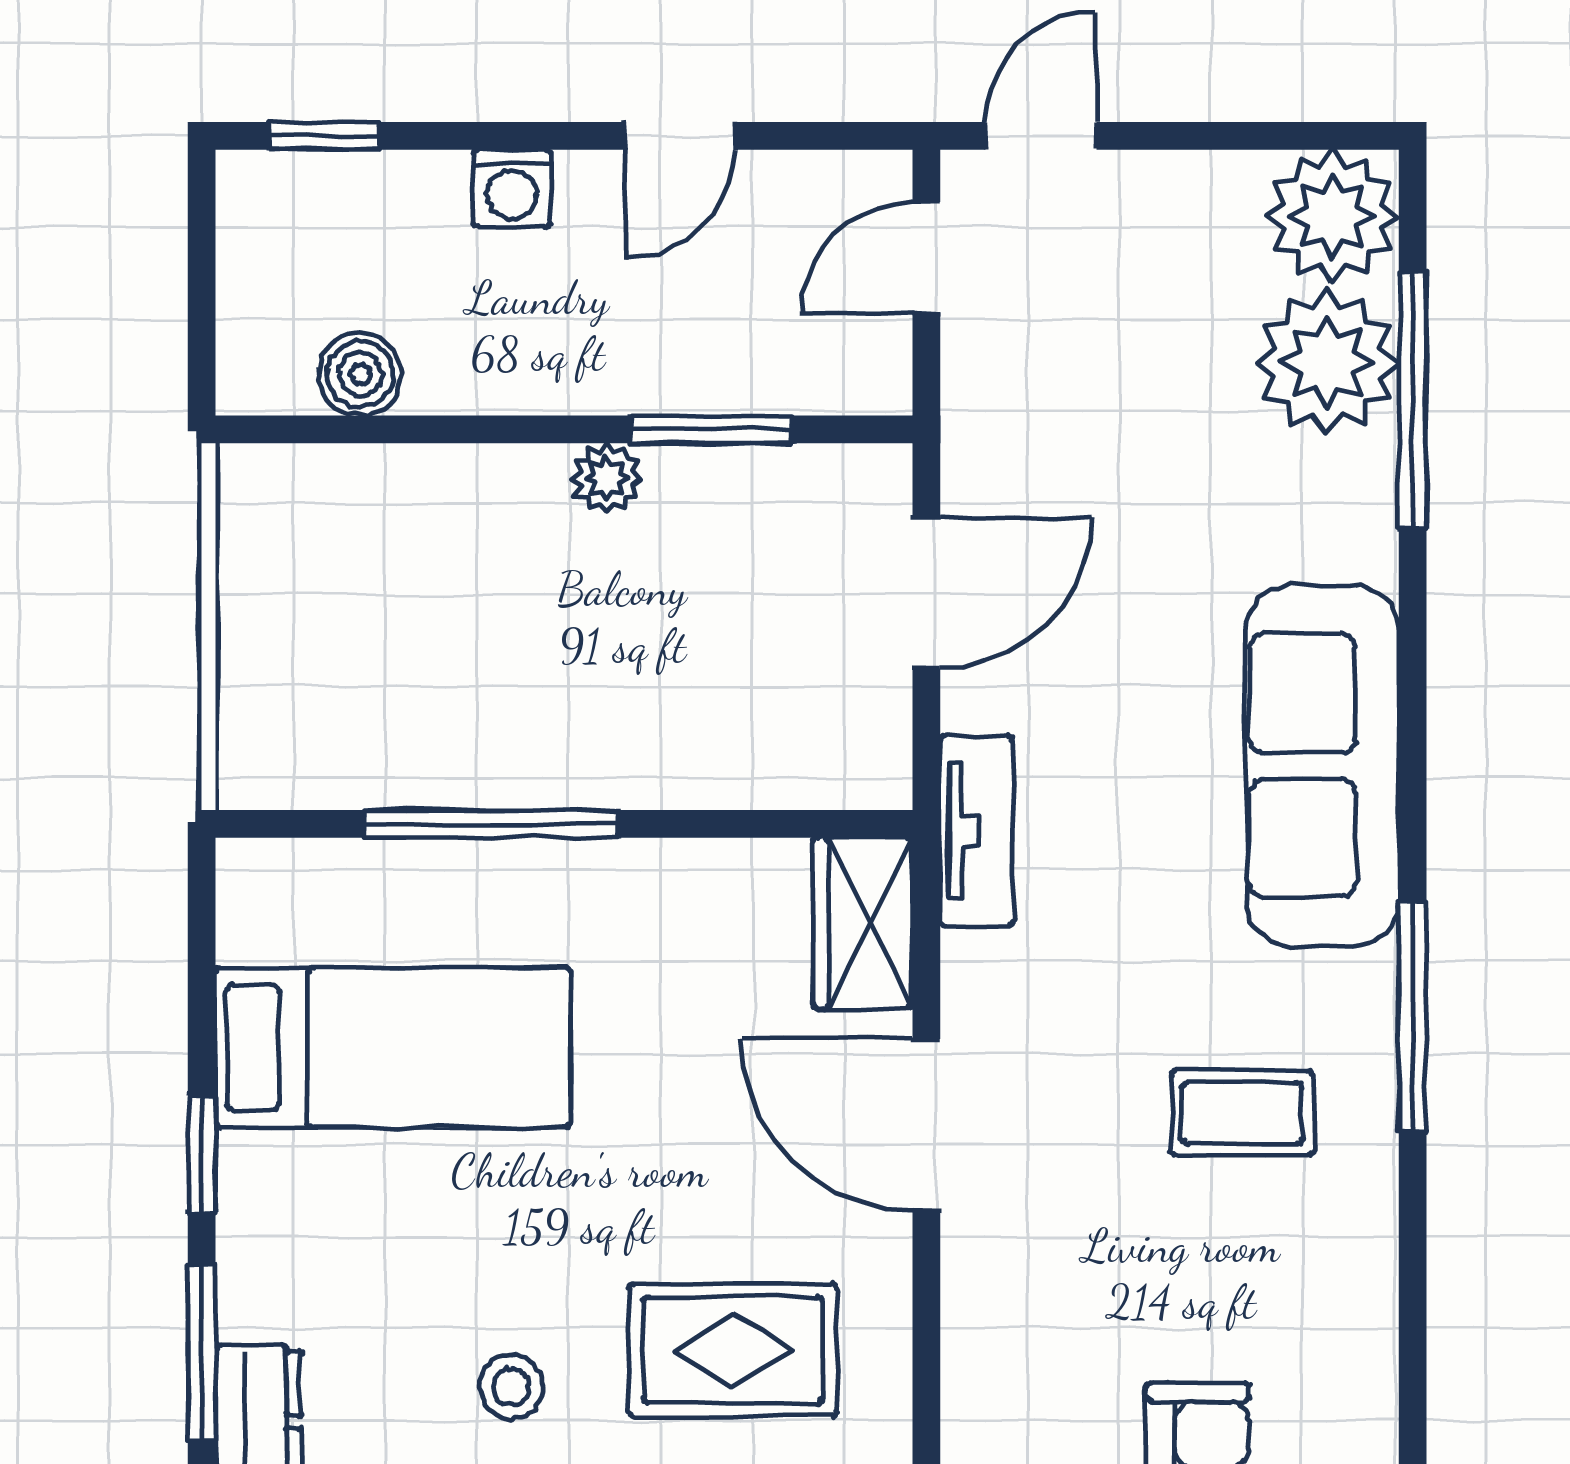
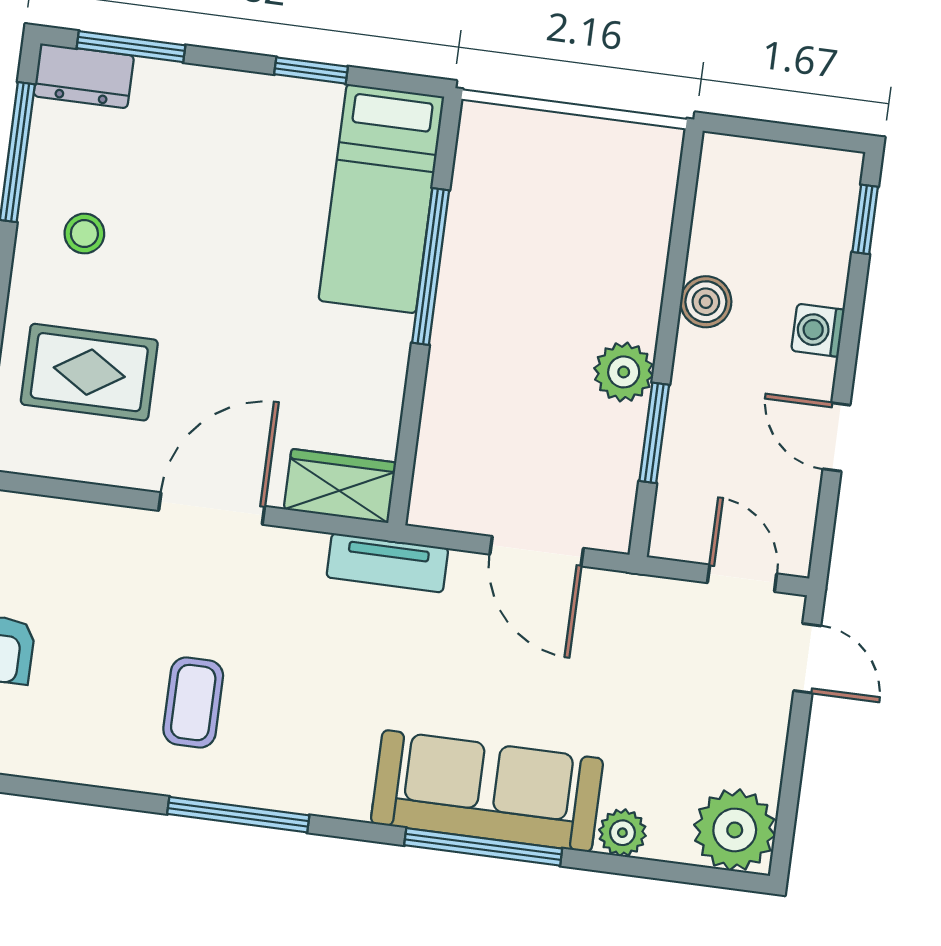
plant: (1327, 362) -> (622, 833), width x0.53, depth x0.53
boiler: (361, 374) -> (706, 302), moved
window: (1413, 400) -> (483, 847), moved
plant: (607, 478) -> (624, 372), width x1.38, depth x1.38
sofa: (1322, 765) -> (487, 791), moved
bed: (393, 1047) -> (381, 199), moved
window: (202, 1153) -> (311, 70), moved
rug: (733, 1350) -> (89, 372), turned 90

